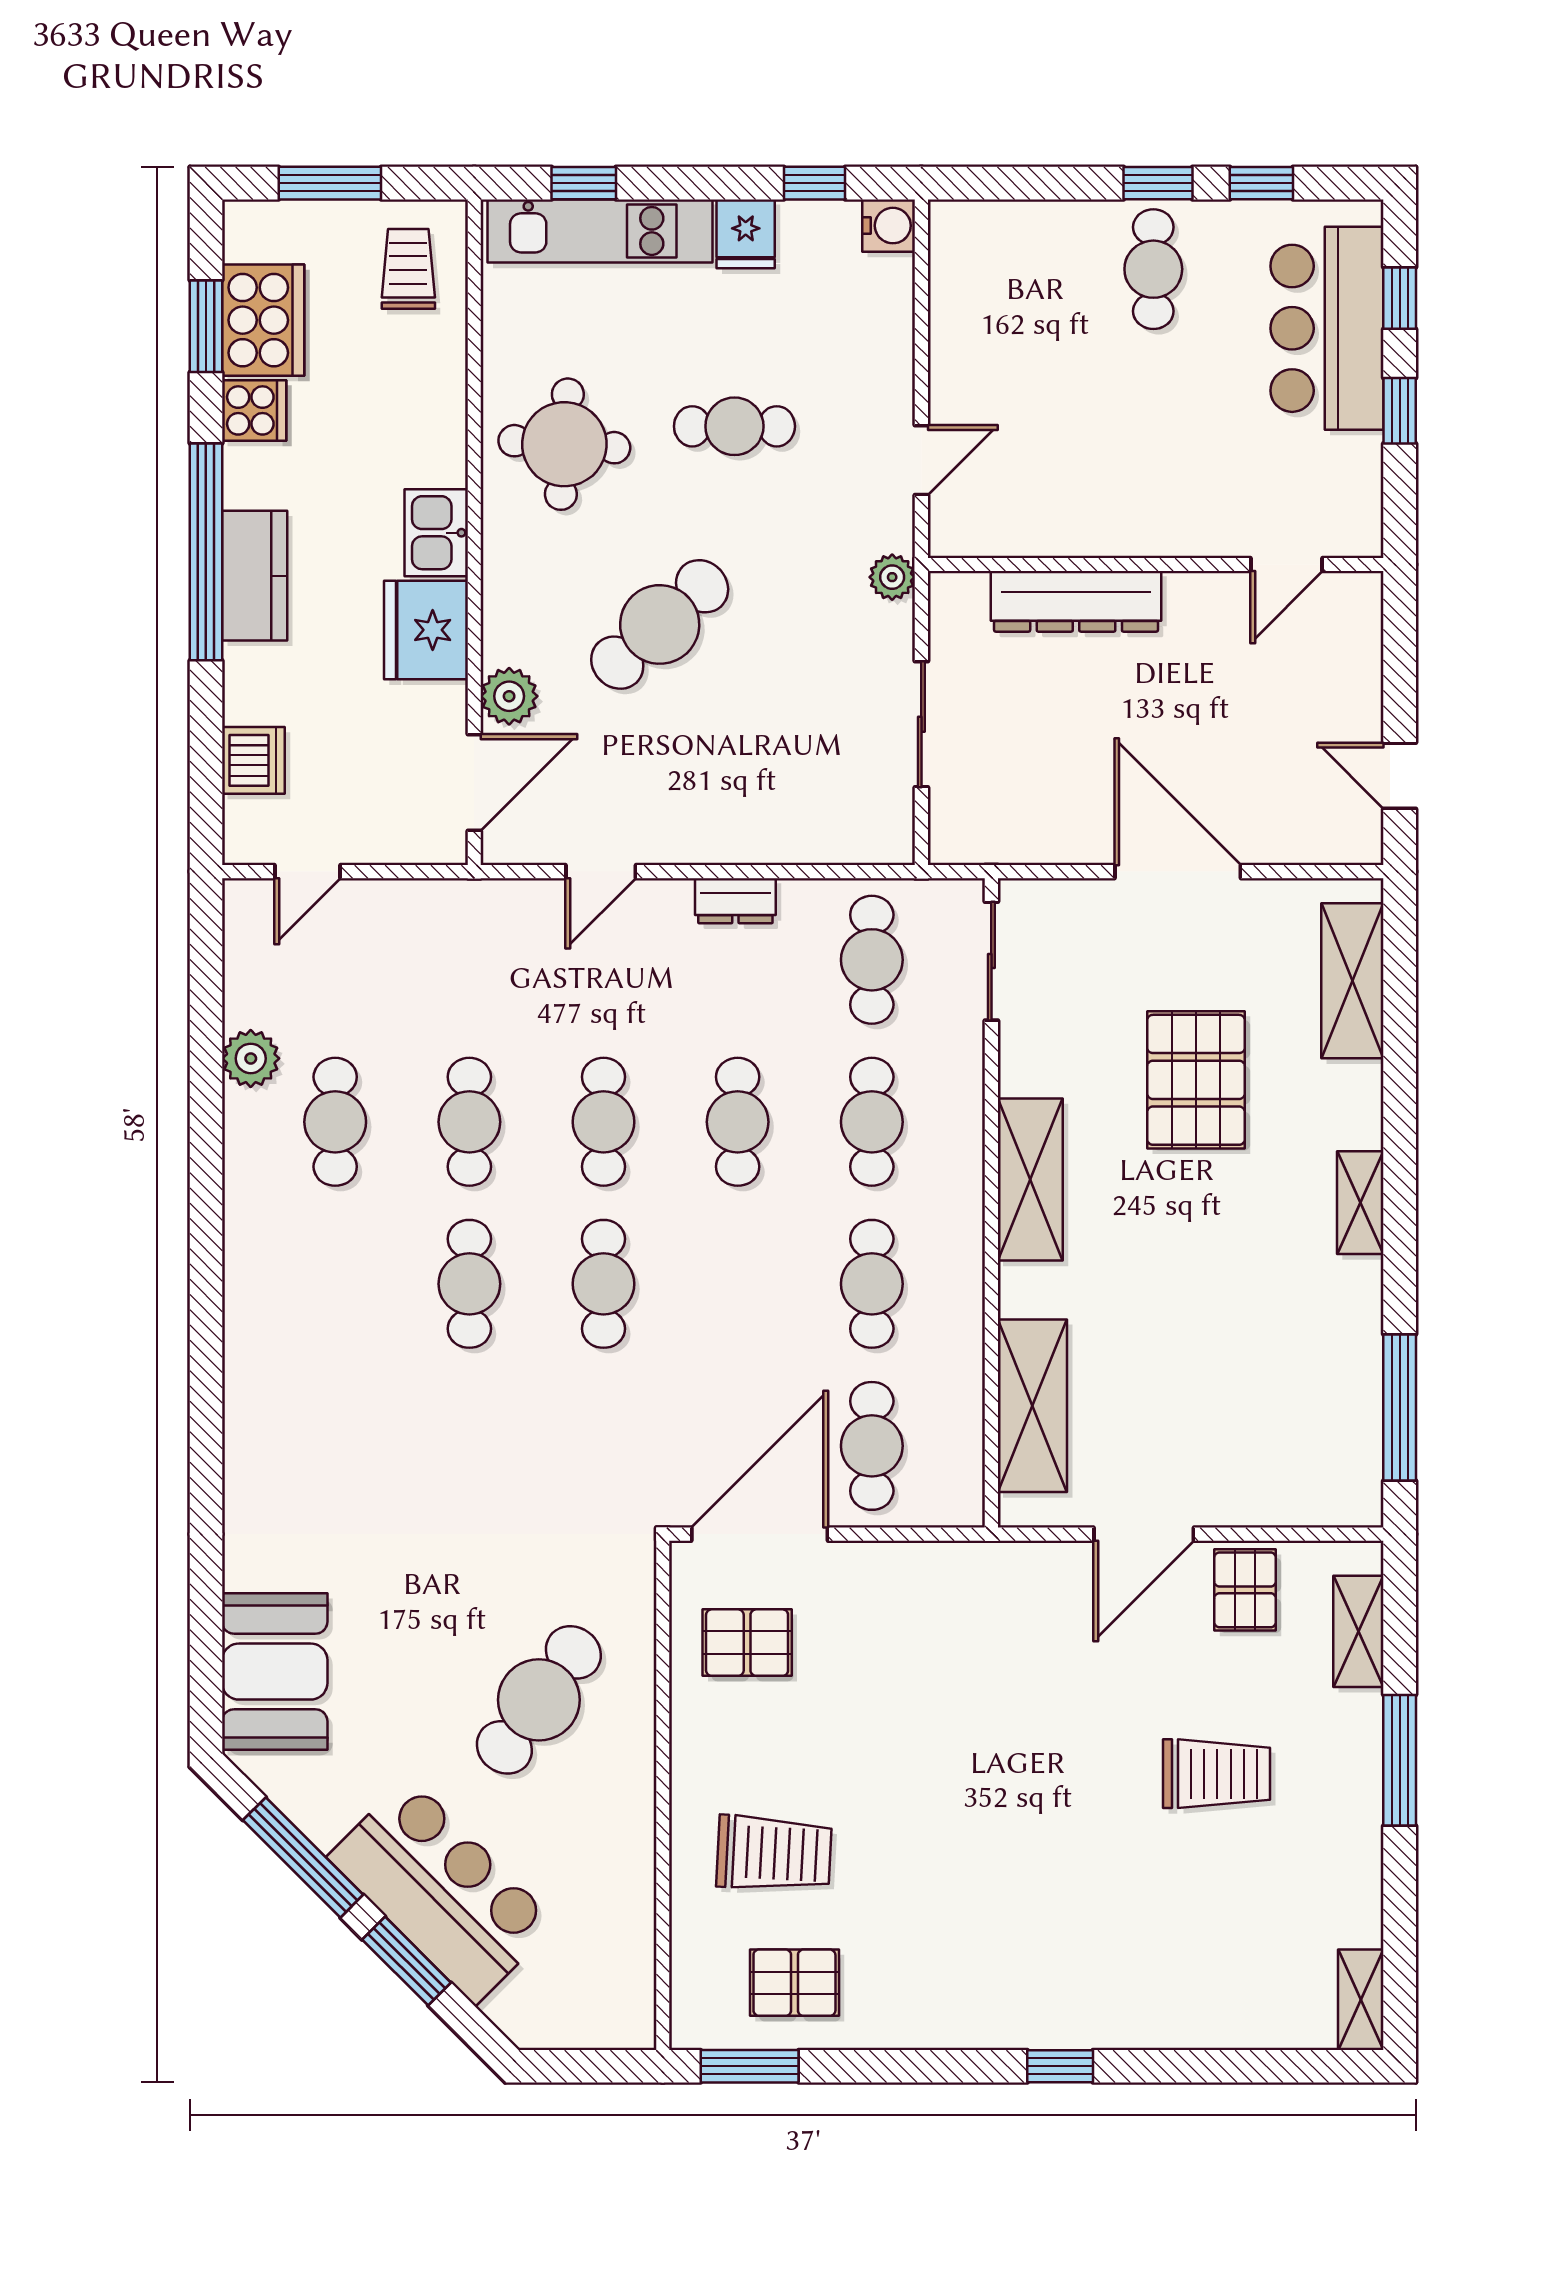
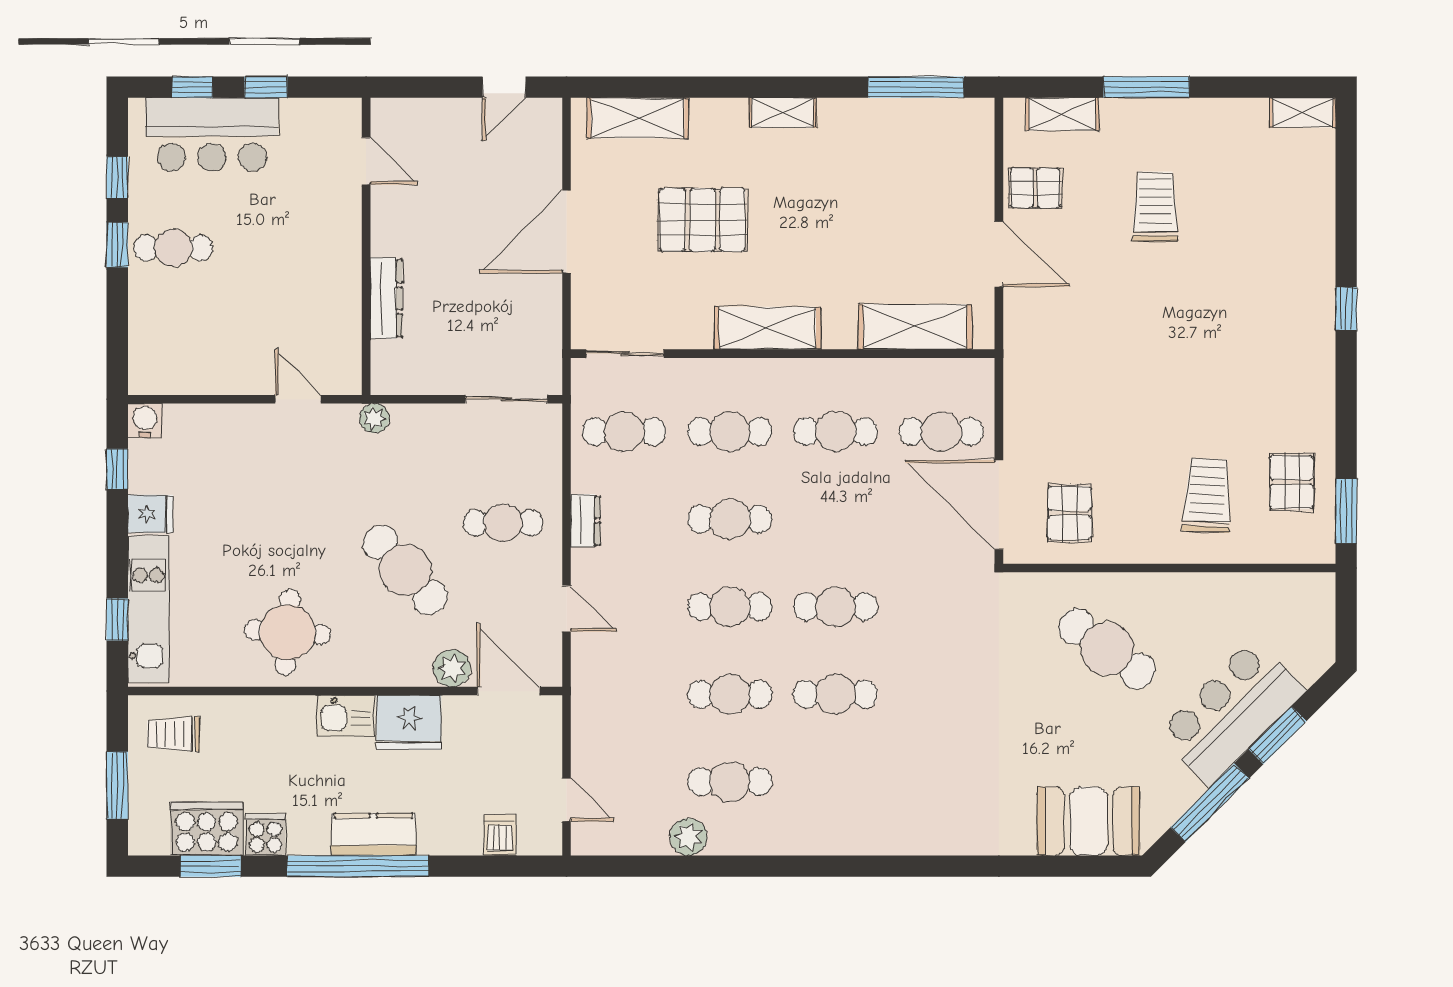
cafe table: (734, 426) -> (503, 523), moved, turned 90
dresser: (1076, 601) -> (386, 298), width x0.73, depth x0.80
sliding door: (921, 724) -> (506, 399), moved
dishwasher: (253, 760) -> (500, 835), width x0.73

